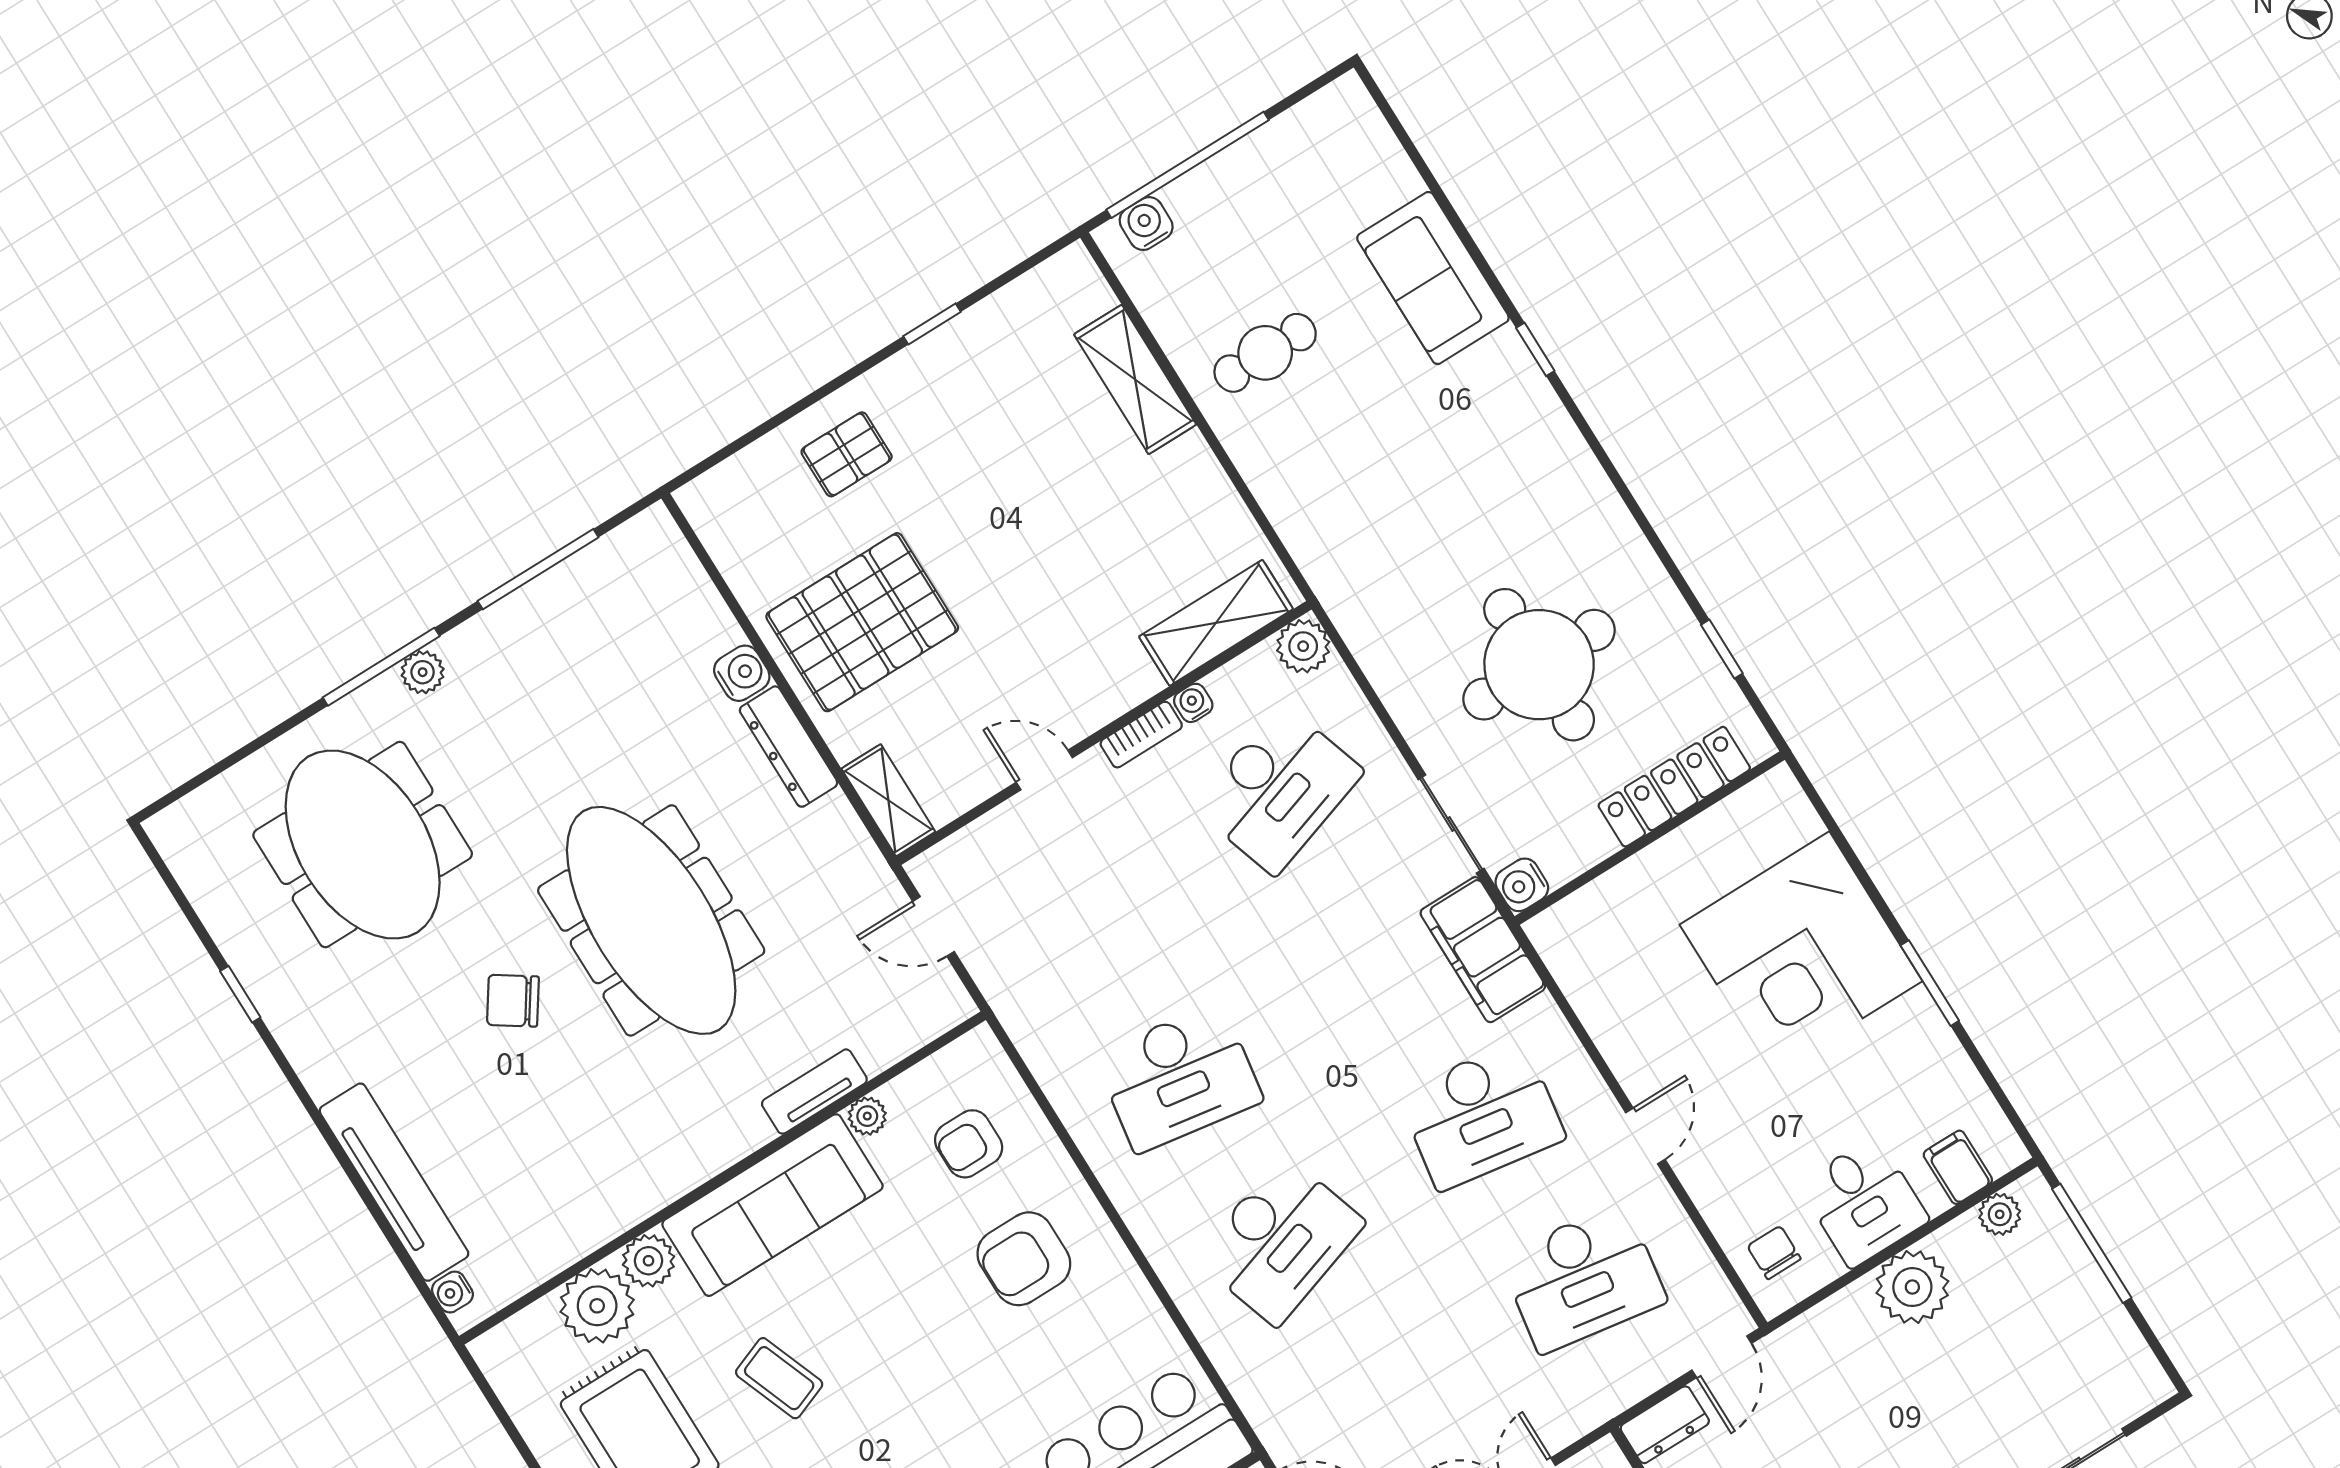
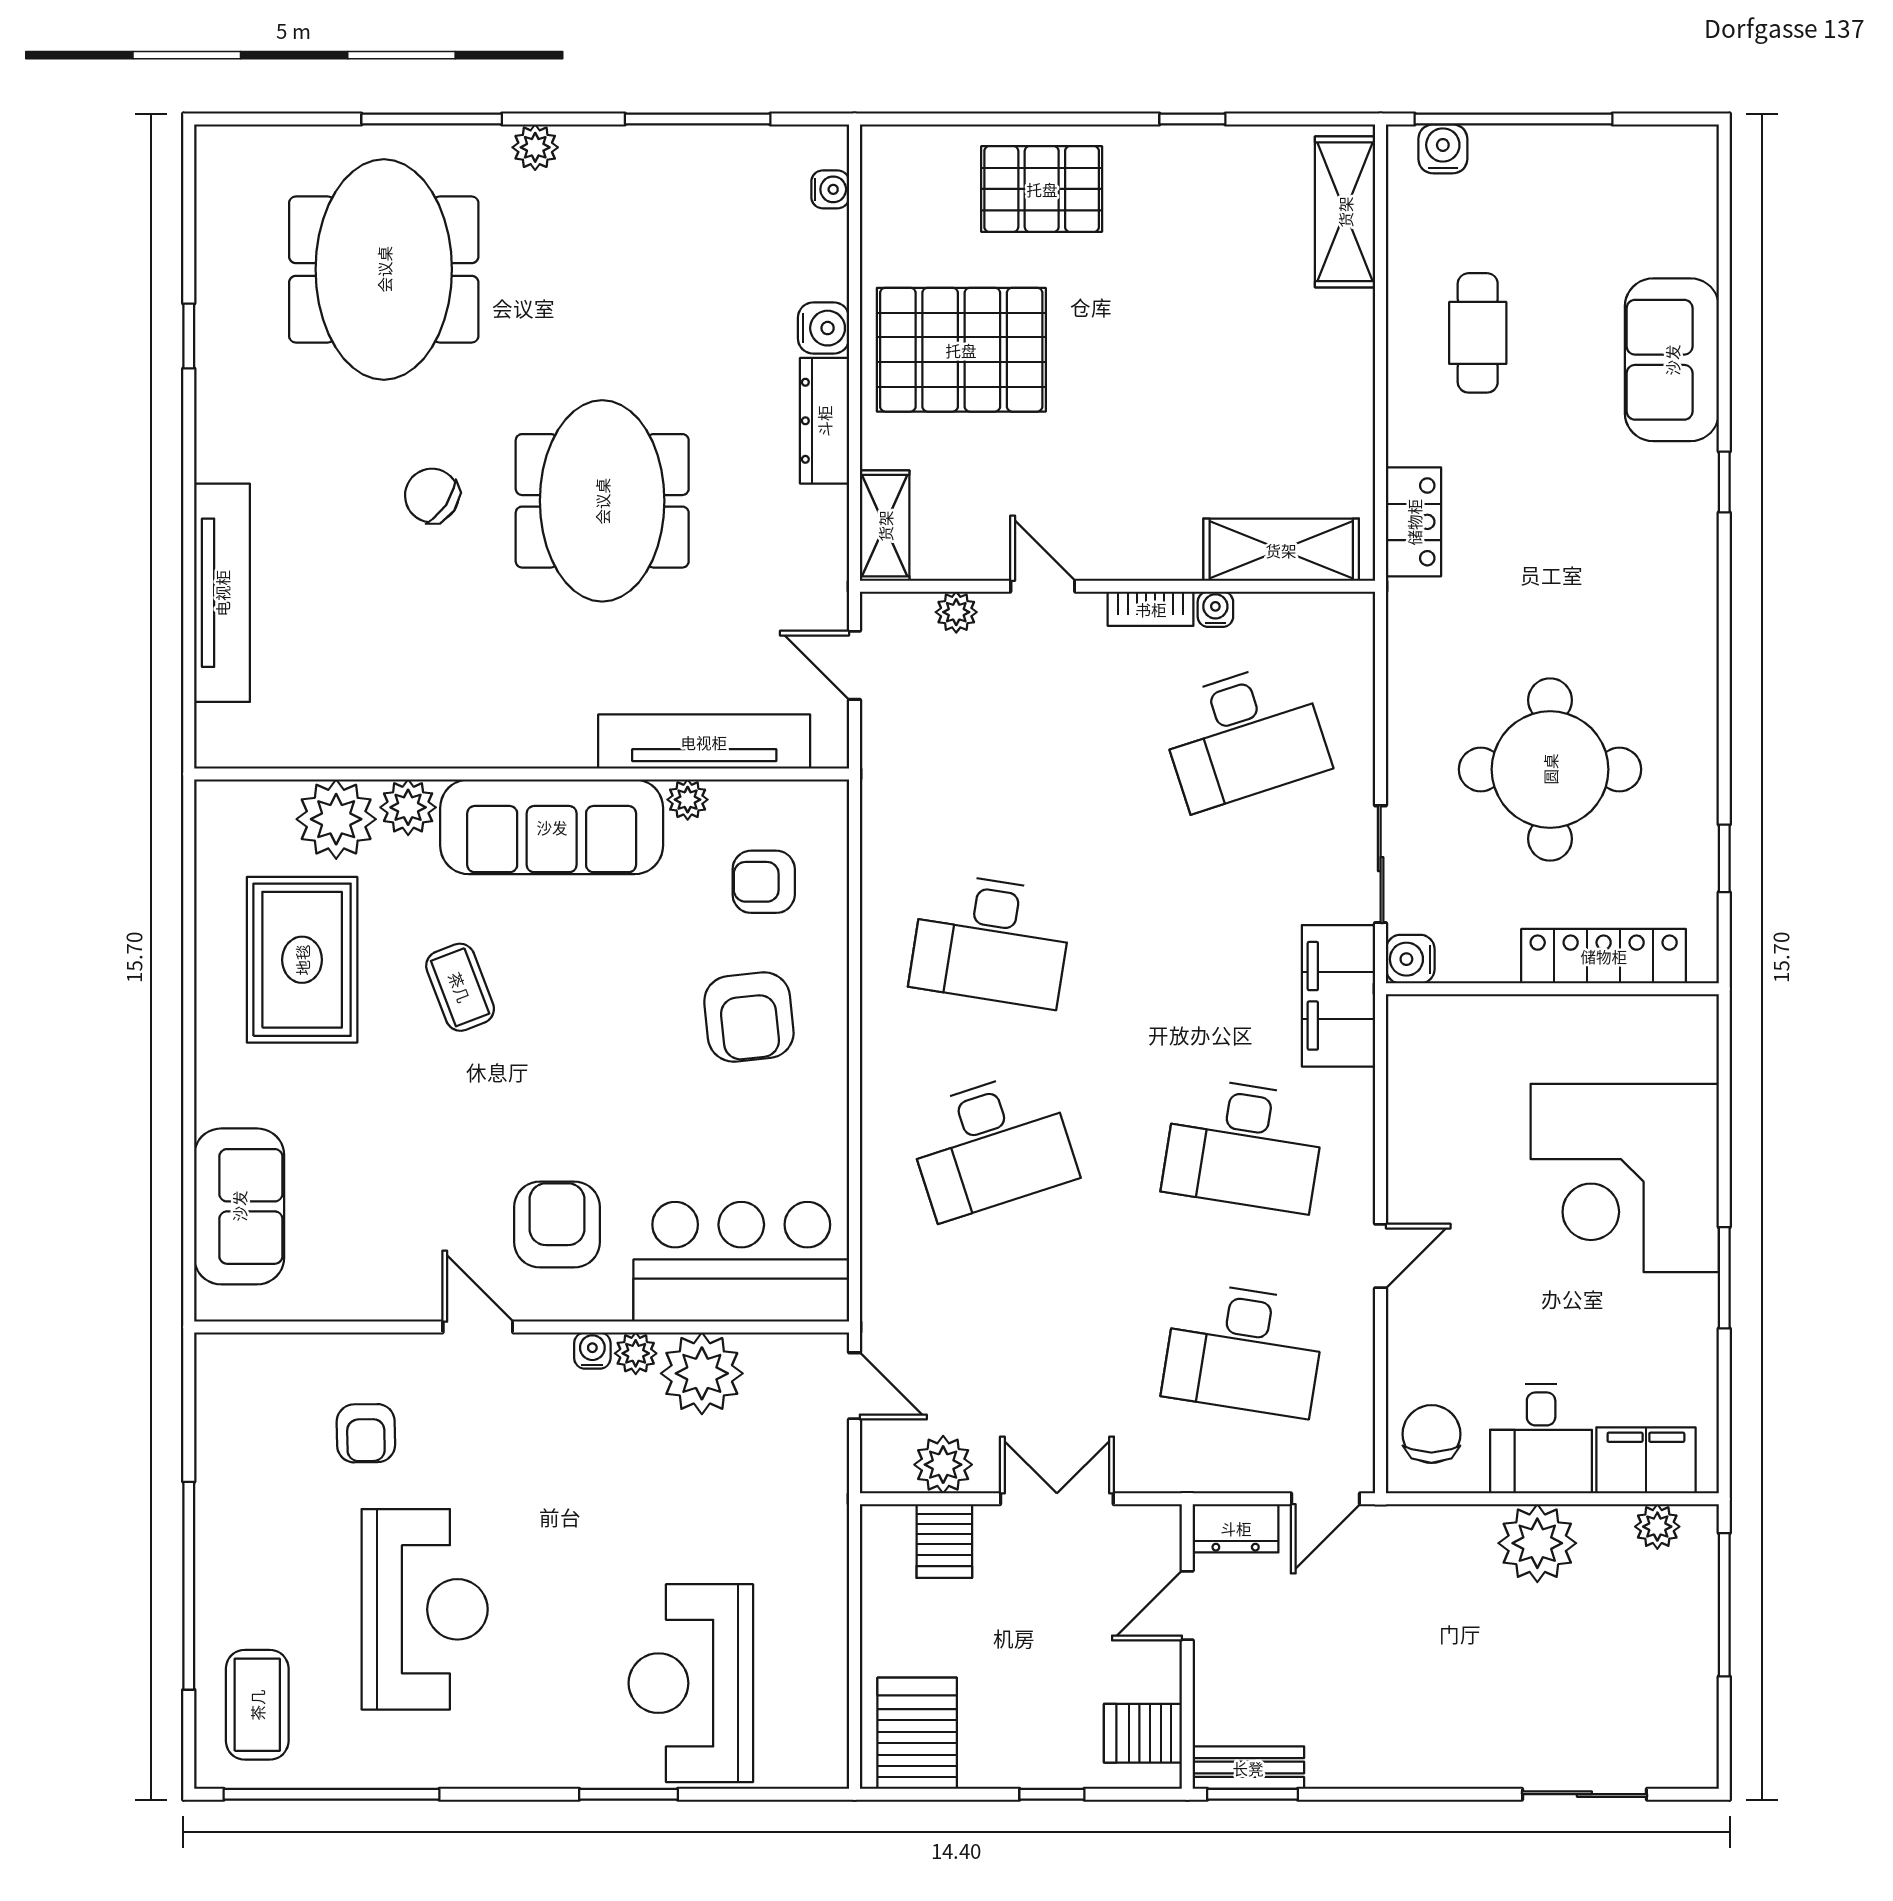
cafe table: (1265, 353) -> (1478, 333), turned 90
shelving: (1135, 379) -> (1345, 212), moved
pallet: (847, 454) -> (1042, 189), width x1.50, depth x1.42
locker: (1308, 535) -> (1414, 522), added
plant: (1303, 646) -> (956, 612), moved, width x0.73, depth x0.73
window: (381, 667) -> (432, 119), moved
meeting table: (651, 920) -> (602, 501), width x0.73
tv unit: (814, 1092) -> (704, 742), width x1.92, depth x1.29
filing cabinet: (1958, 1167) -> (1646, 1460), width x2.00
chair: (1774, 1253) -> (1431, 1434), width x1.37, depth x1.37
armchair: (1024, 1259) -> (749, 1017), turned -96
water cooler: (452, 1292) -> (830, 189), moved, turned 180

